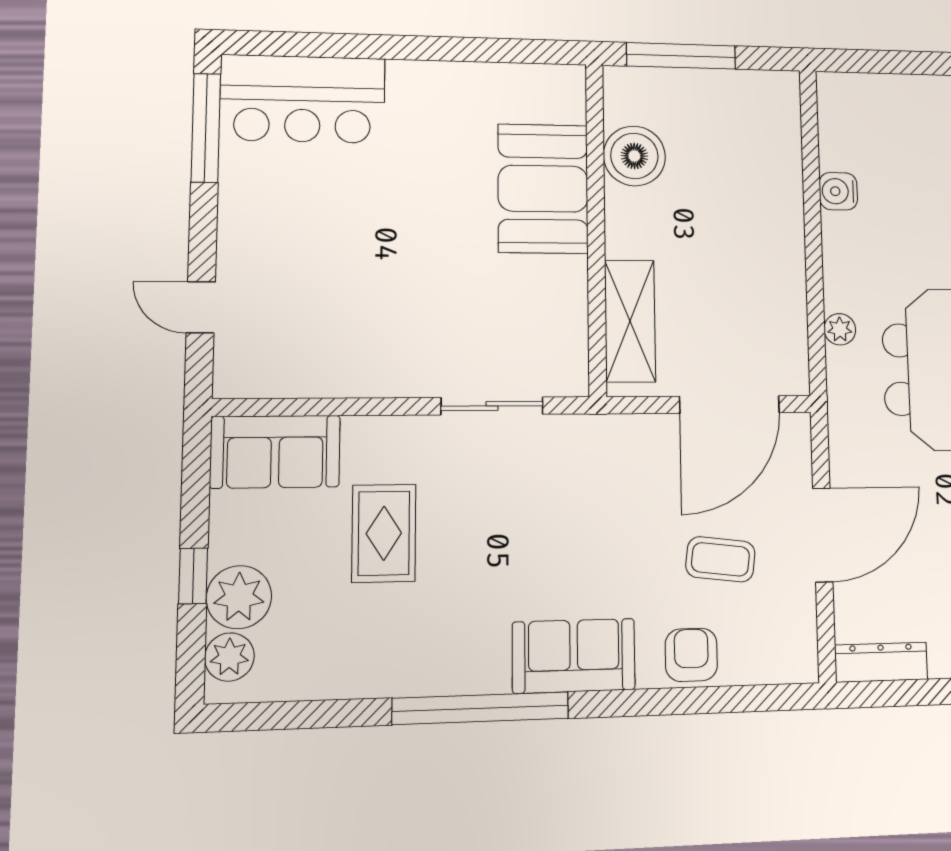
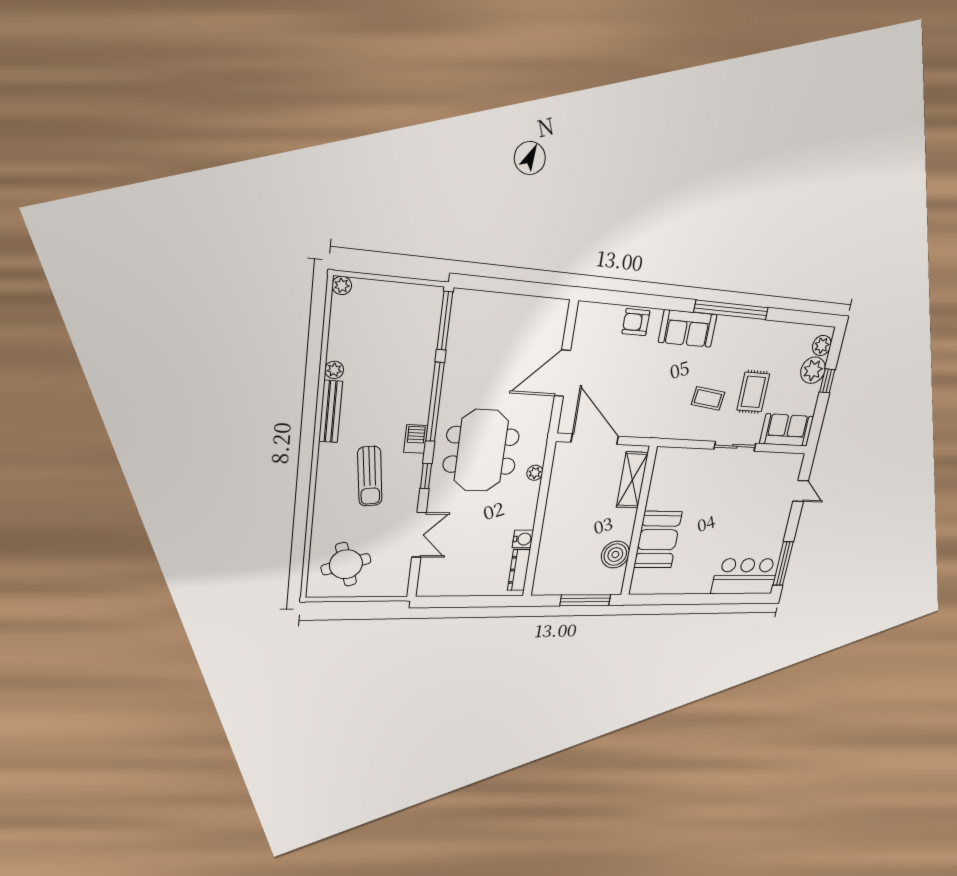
door: (730, 405) -> (595, 439), hinge flipped
sliding door: (492, 406) -> (735, 446), moved
coffee table: (720, 559) -> (708, 398), moved
armchair: (691, 655) -> (636, 322), turned 90
dresser: (881, 662) -> (519, 570), moved, turned 90

